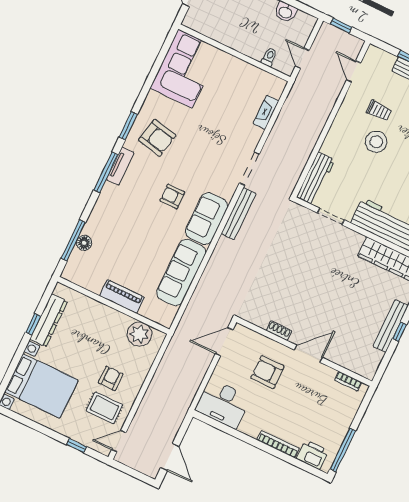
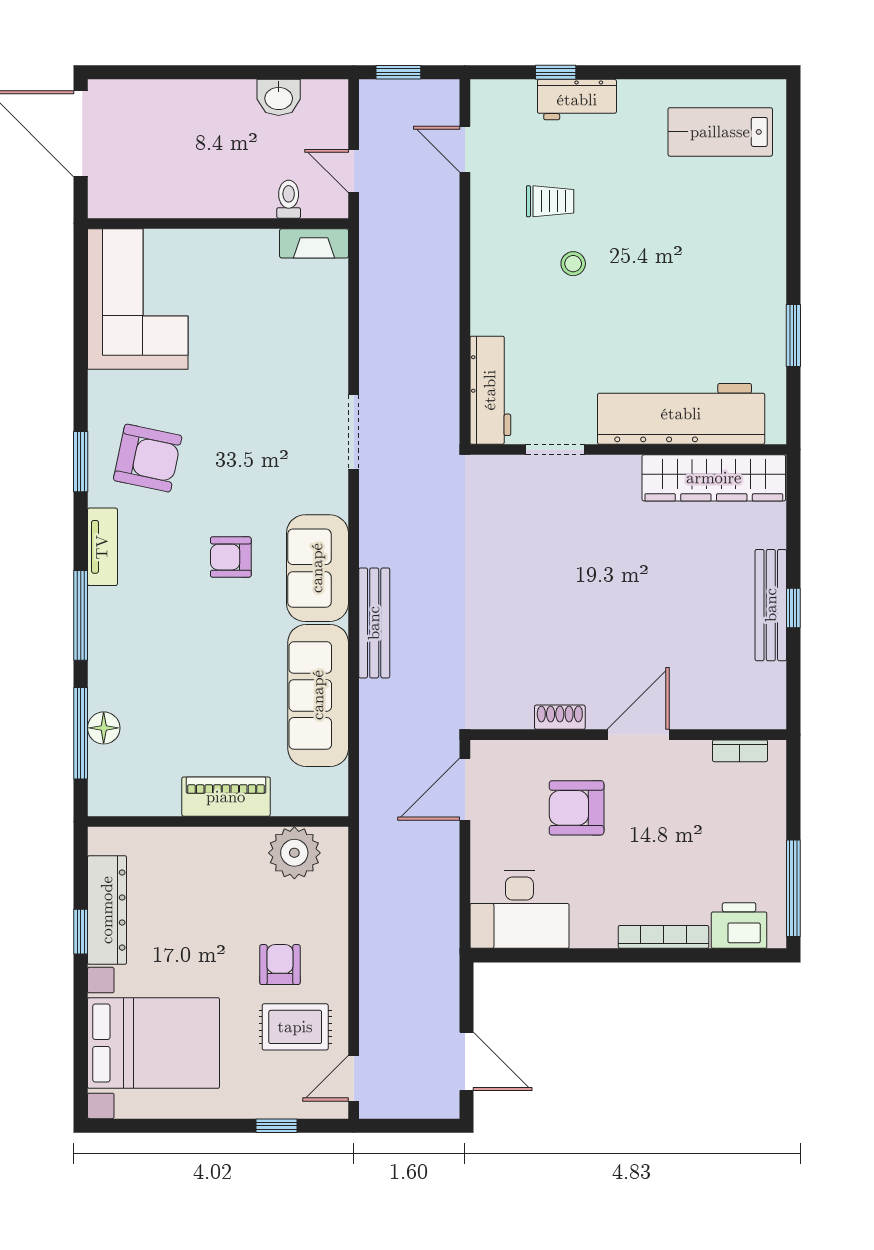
fireplace: (266, 112) -> (314, 243), moved, turned -90
stool: (376, 142) -> (573, 264), width x0.53, depth x0.53
window: (106, 172) -> (81, 615), moved
bench: (239, 214) -> (374, 623), moved

